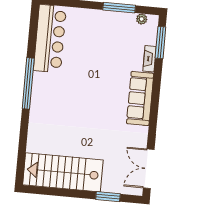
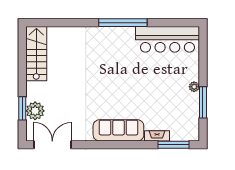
plant: (142, 19) -> (194, 87), moved
stairs: (63, 172) -> (36, 54), width x0.73, depth x0.66
plant: (112, 184) -> (35, 111), added

